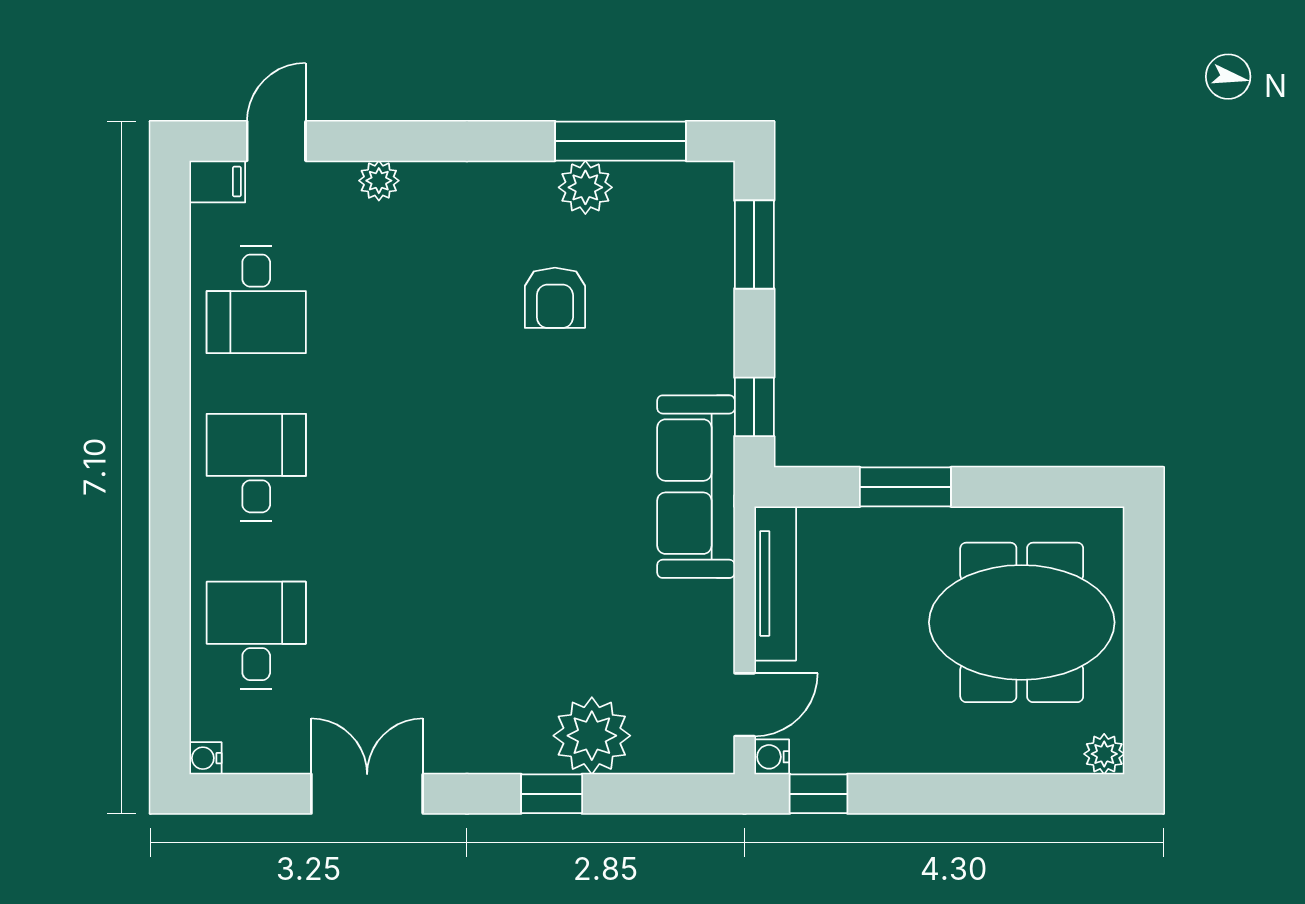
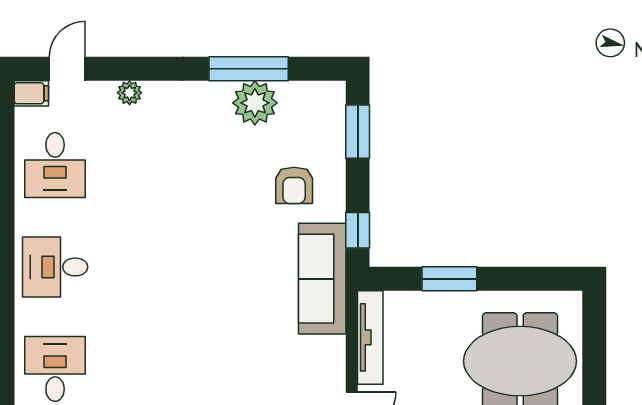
window: (621, 141) -> (249, 69), moved
plant: (585, 187) -> (255, 103), width x1.36, depth x1.36
armchair: (555, 298) -> (294, 185), moved
desk: (256, 467) -> (55, 267), turned -90

